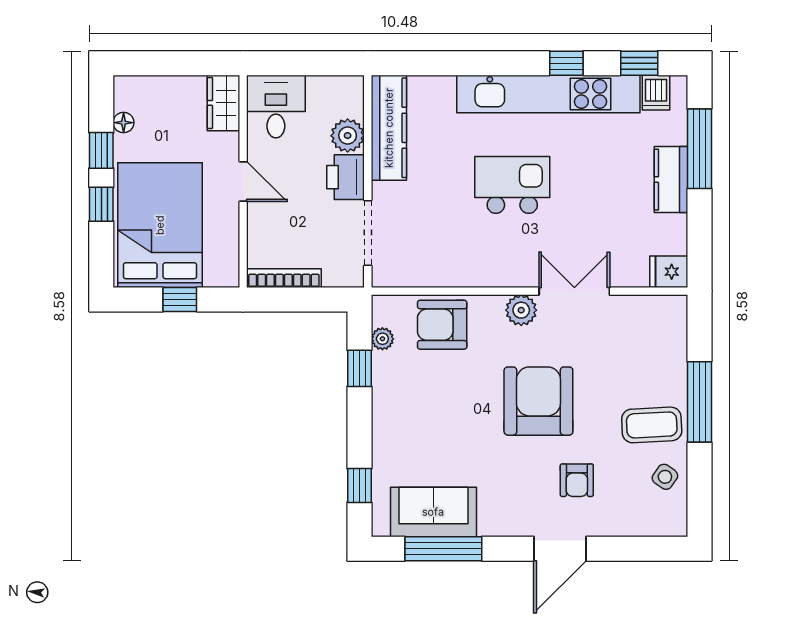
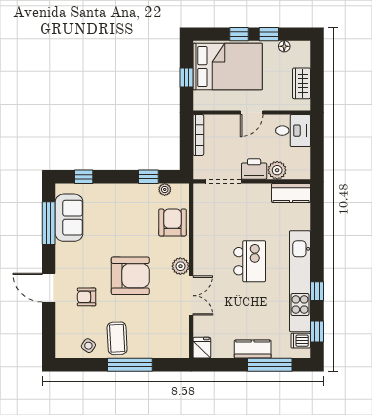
wardrobe: (223, 103) -> (302, 83), moved, turned -90
kitchen counter: (389, 128) -> (291, 193), width x0.67

